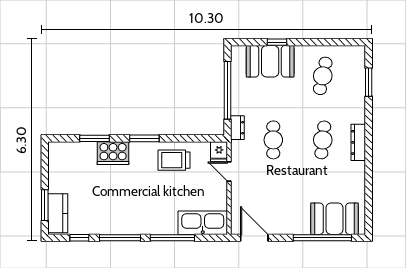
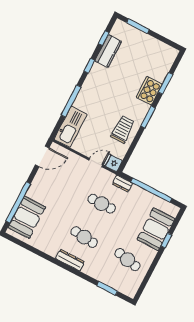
kitchen counter: (58, 213) -> (108, 51), moved, turned -90
window: (120, 238) -> (89, 66), width x0.46

